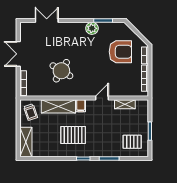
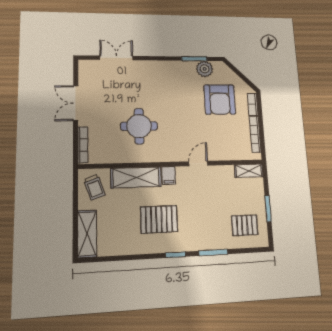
plant: (92, 28) -> (205, 69), moved
armchair: (120, 52) -> (220, 100), turned 90
round table: (61, 71) -> (139, 126), turned -31
shelving: (125, 104) -> (249, 171), moved

